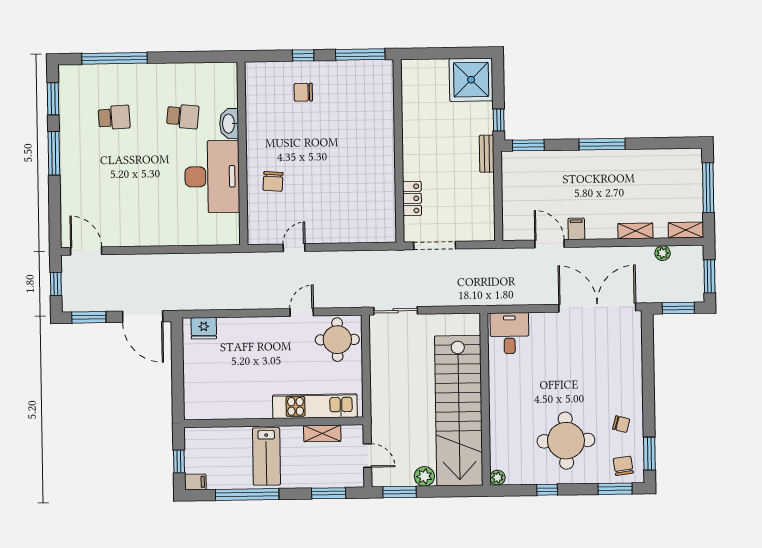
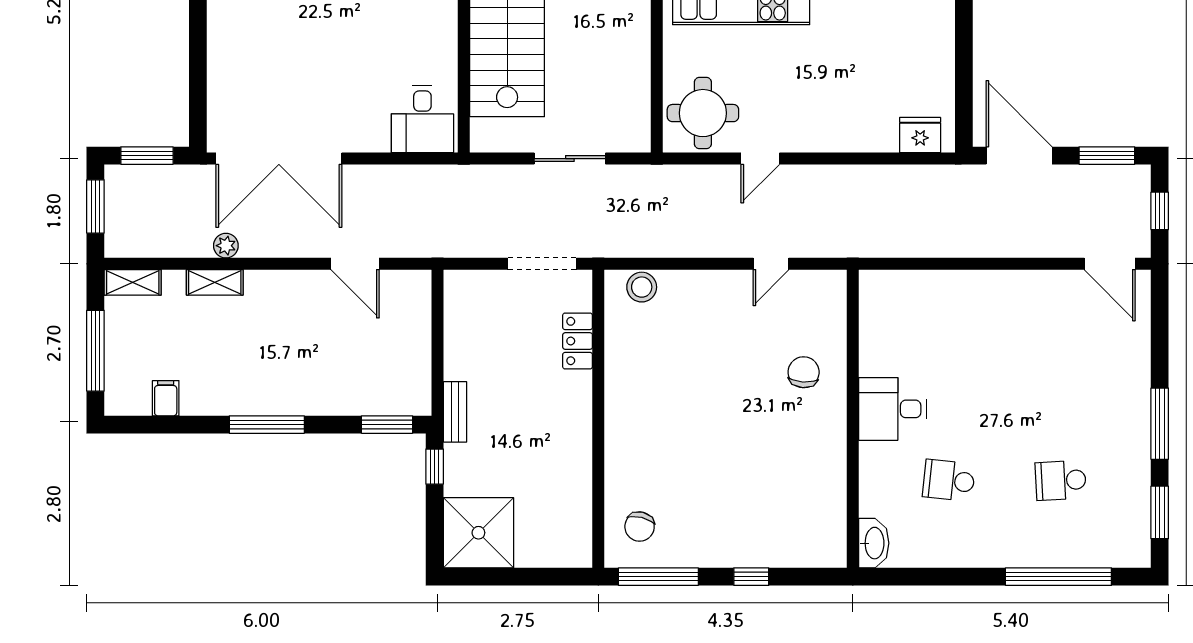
chair: (303, 92) -> (640, 527), moved, turned 104
washbasin: (229, 124) -> (874, 543), moved
desk: (212, 177) -> (892, 409), width x0.53, depth x0.77
filing cabinet: (576, 229) -> (166, 398), moved, turned 180
stool: (373, 232) -> (642, 287), added
plant: (663, 253) -> (226, 246), moved
sliding door: (396, 311) -> (570, 159), moved

